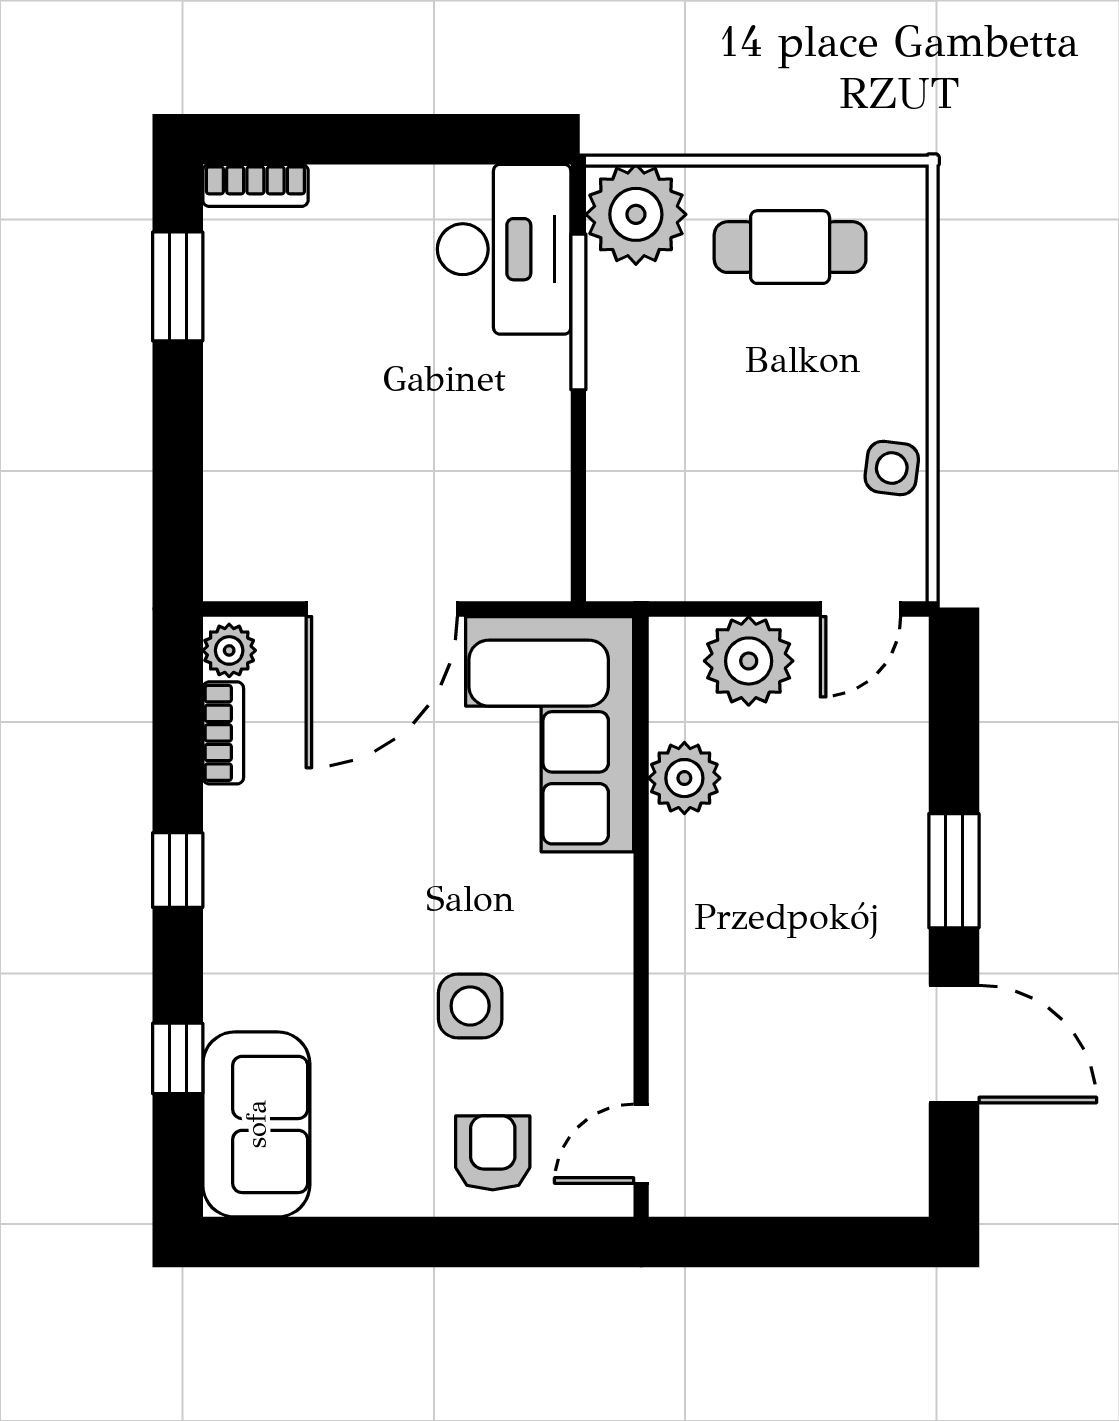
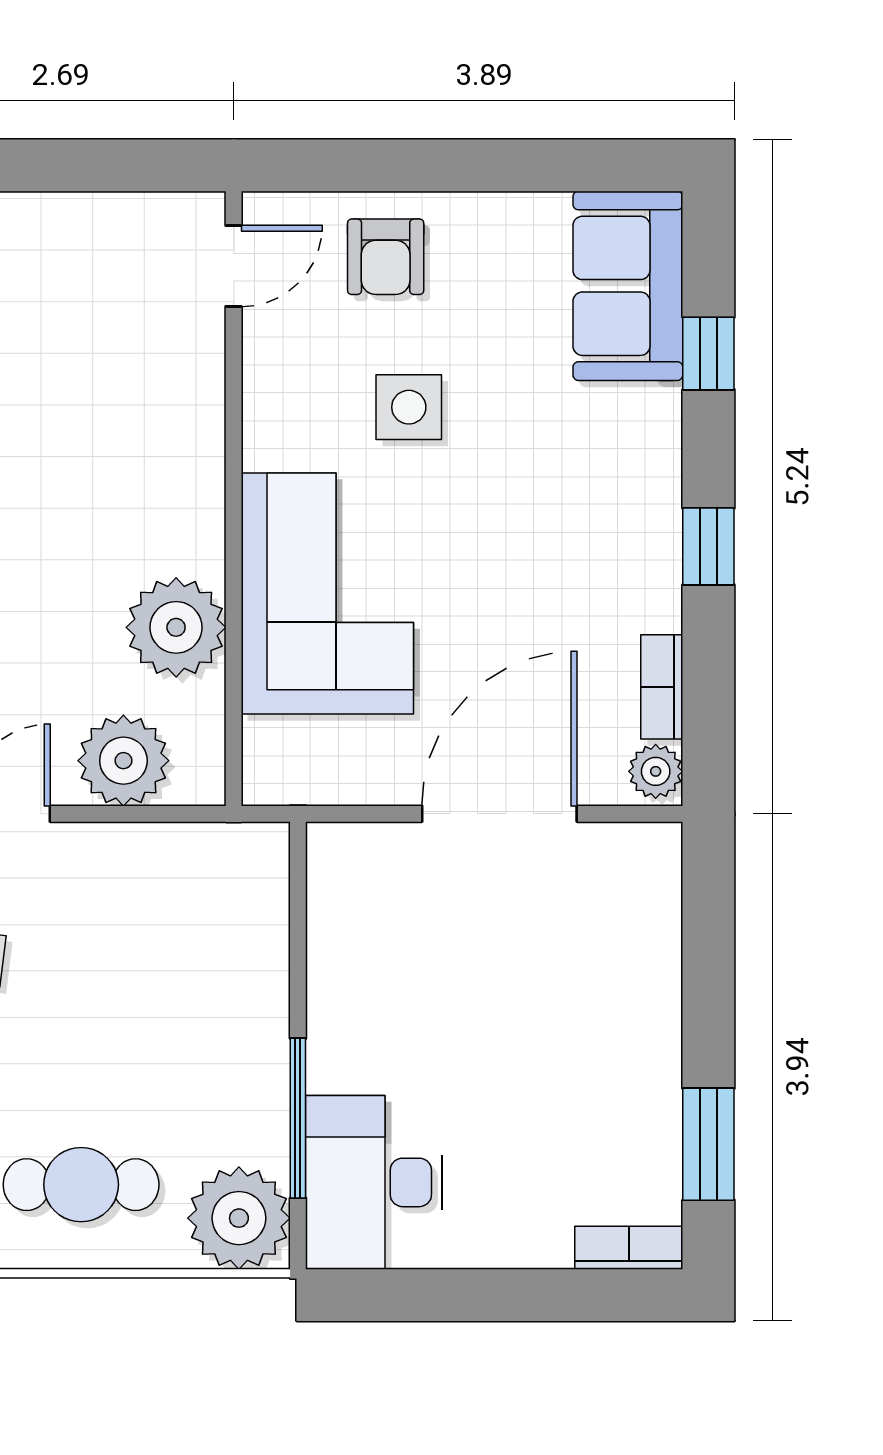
corner sofa: (550, 734) -> (327, 593), moved
plant: (684, 778) -> (176, 627), width x1.36, depth x1.36

